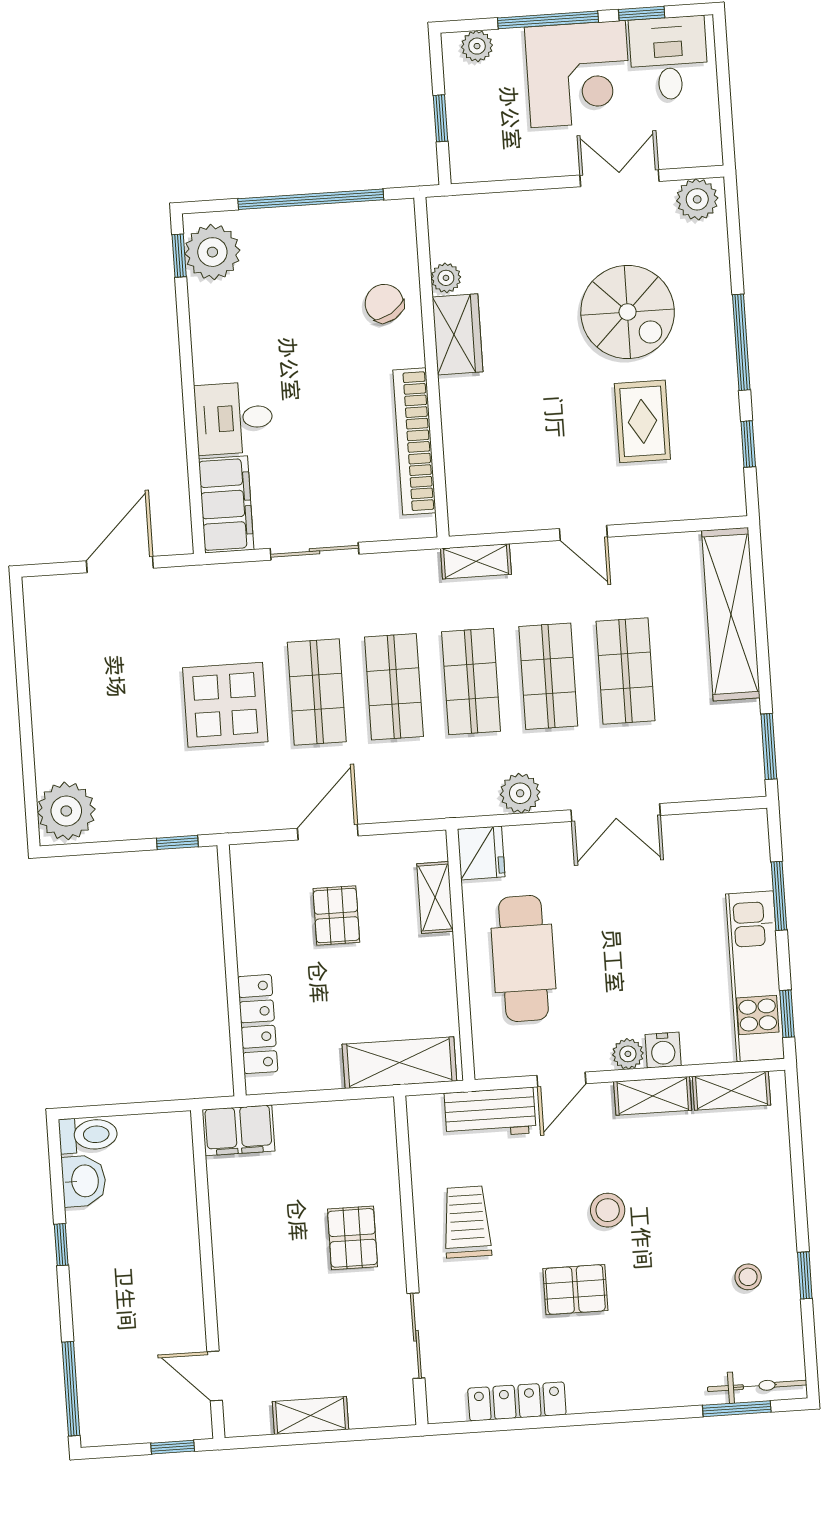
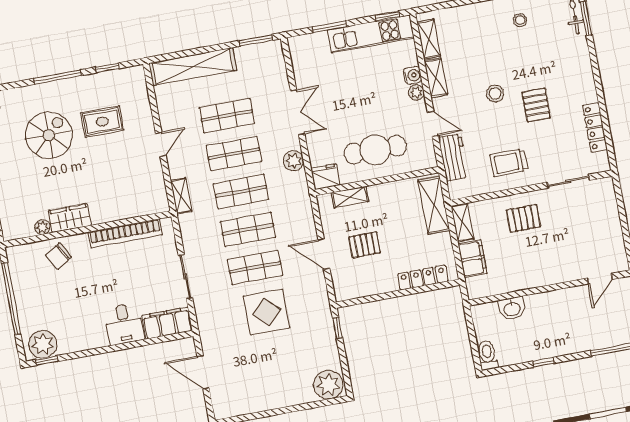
filing cabinet: (238, 1130) -> (472, 259), moved
washbasin: (84, 1181) -> (512, 309), moved, turned 180
shelving: (310, 1415) -> (462, 223), moved

